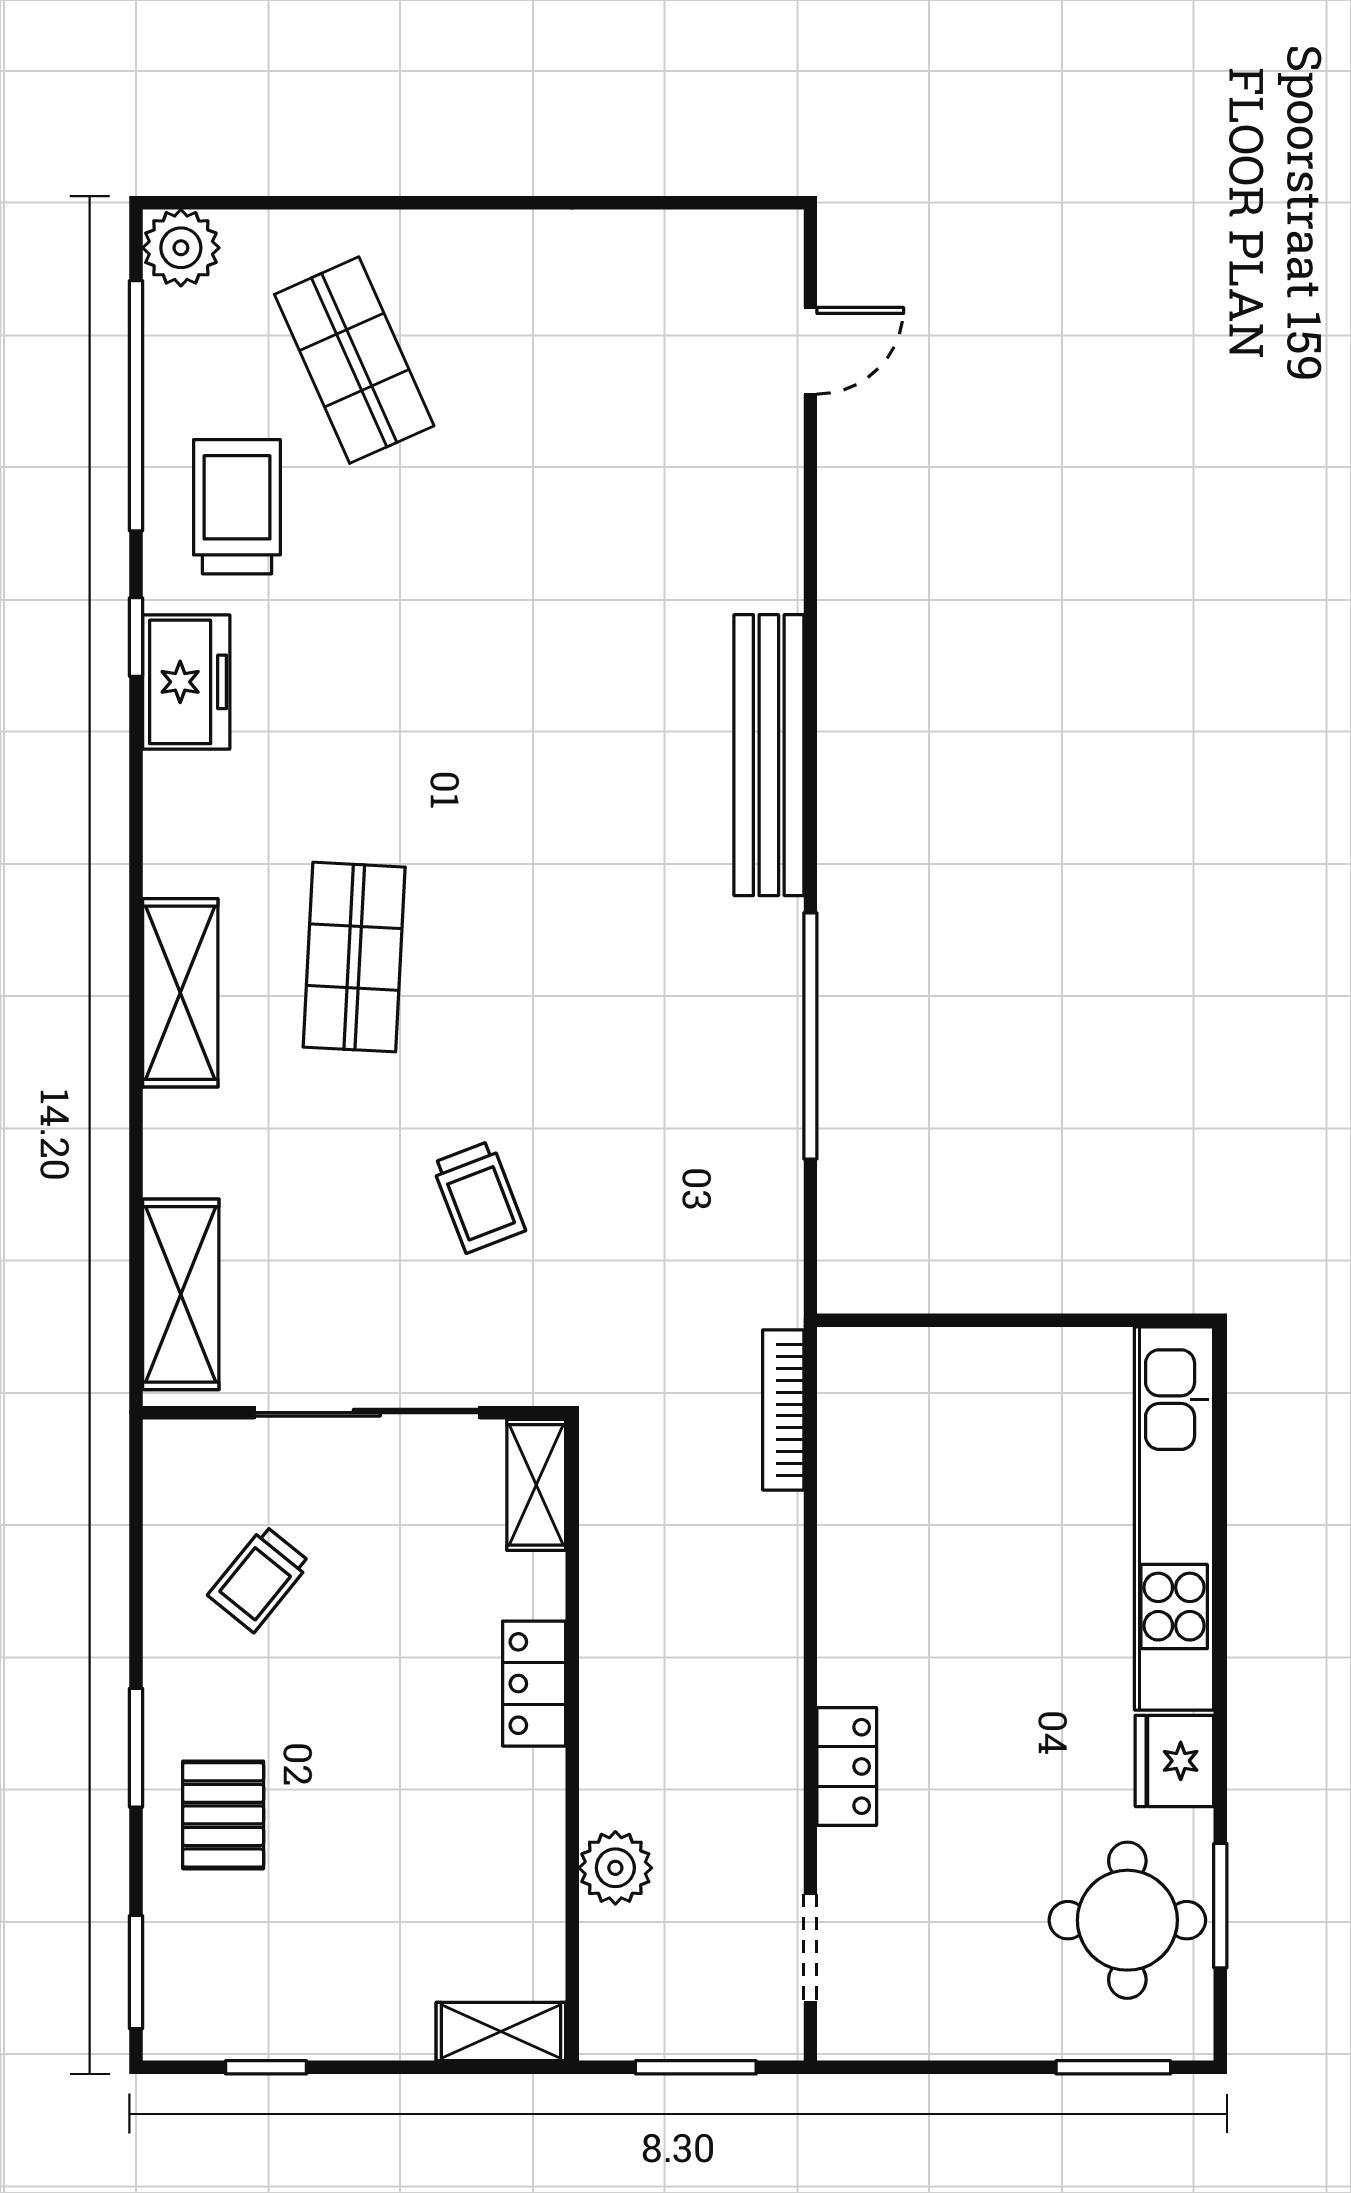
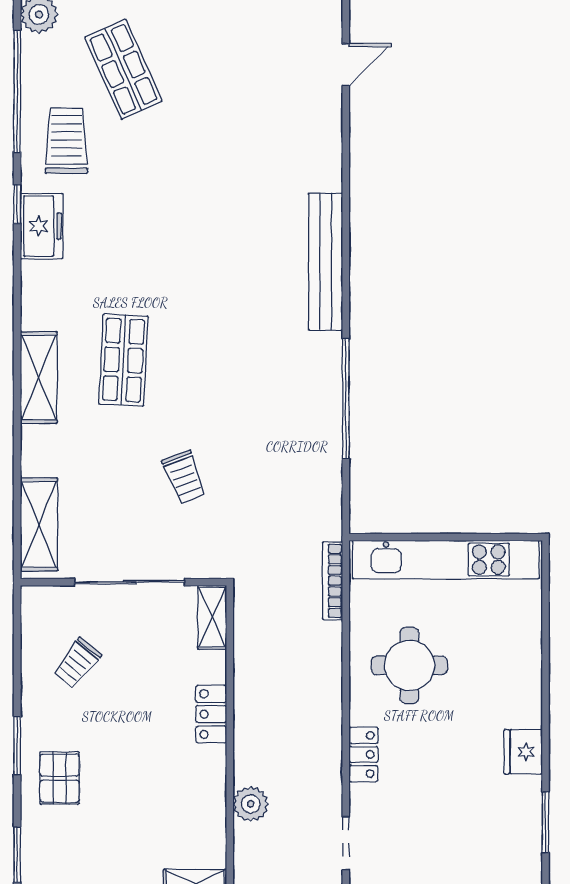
kitchen unit: (1174, 1518) -> (446, 560), moved, turned -90
round table: (1127, 1920) -> (409, 665), moved

